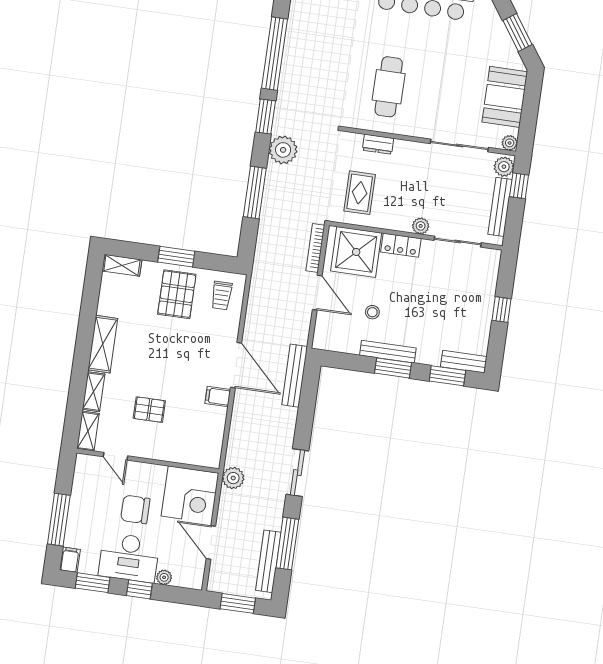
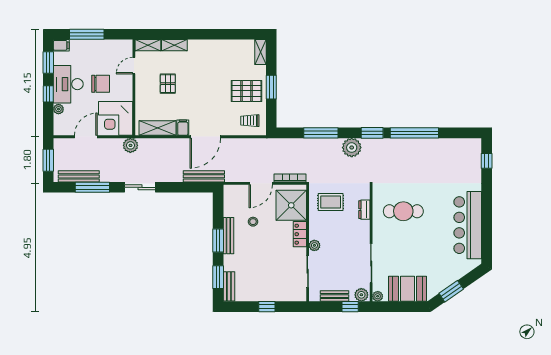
bench: (500, 207) -> (334, 296), width x0.73
shelving: (103, 344) -> (157, 128), moved
chair: (135, 509) -> (101, 84), turned 90

